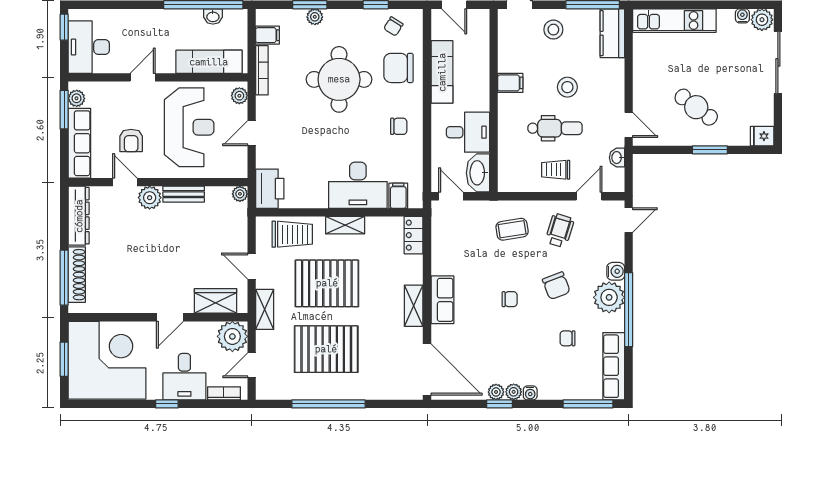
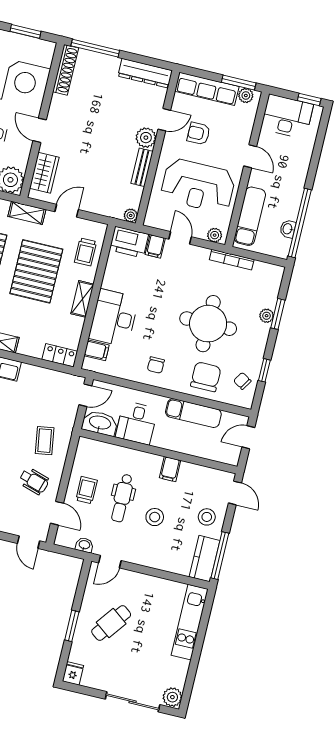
water cooler: (742, 16) -> (180, 681), removed
kitchen counter: (612, 33) -> (204, 559), moved, turned -90
filing cabinet: (268, 35) -> (155, 246), moved
trolley: (292, 234) -> (86, 252), width x0.73, depth x0.72
shoe rack: (77, 275) -> (66, 70), moved, turned -90

